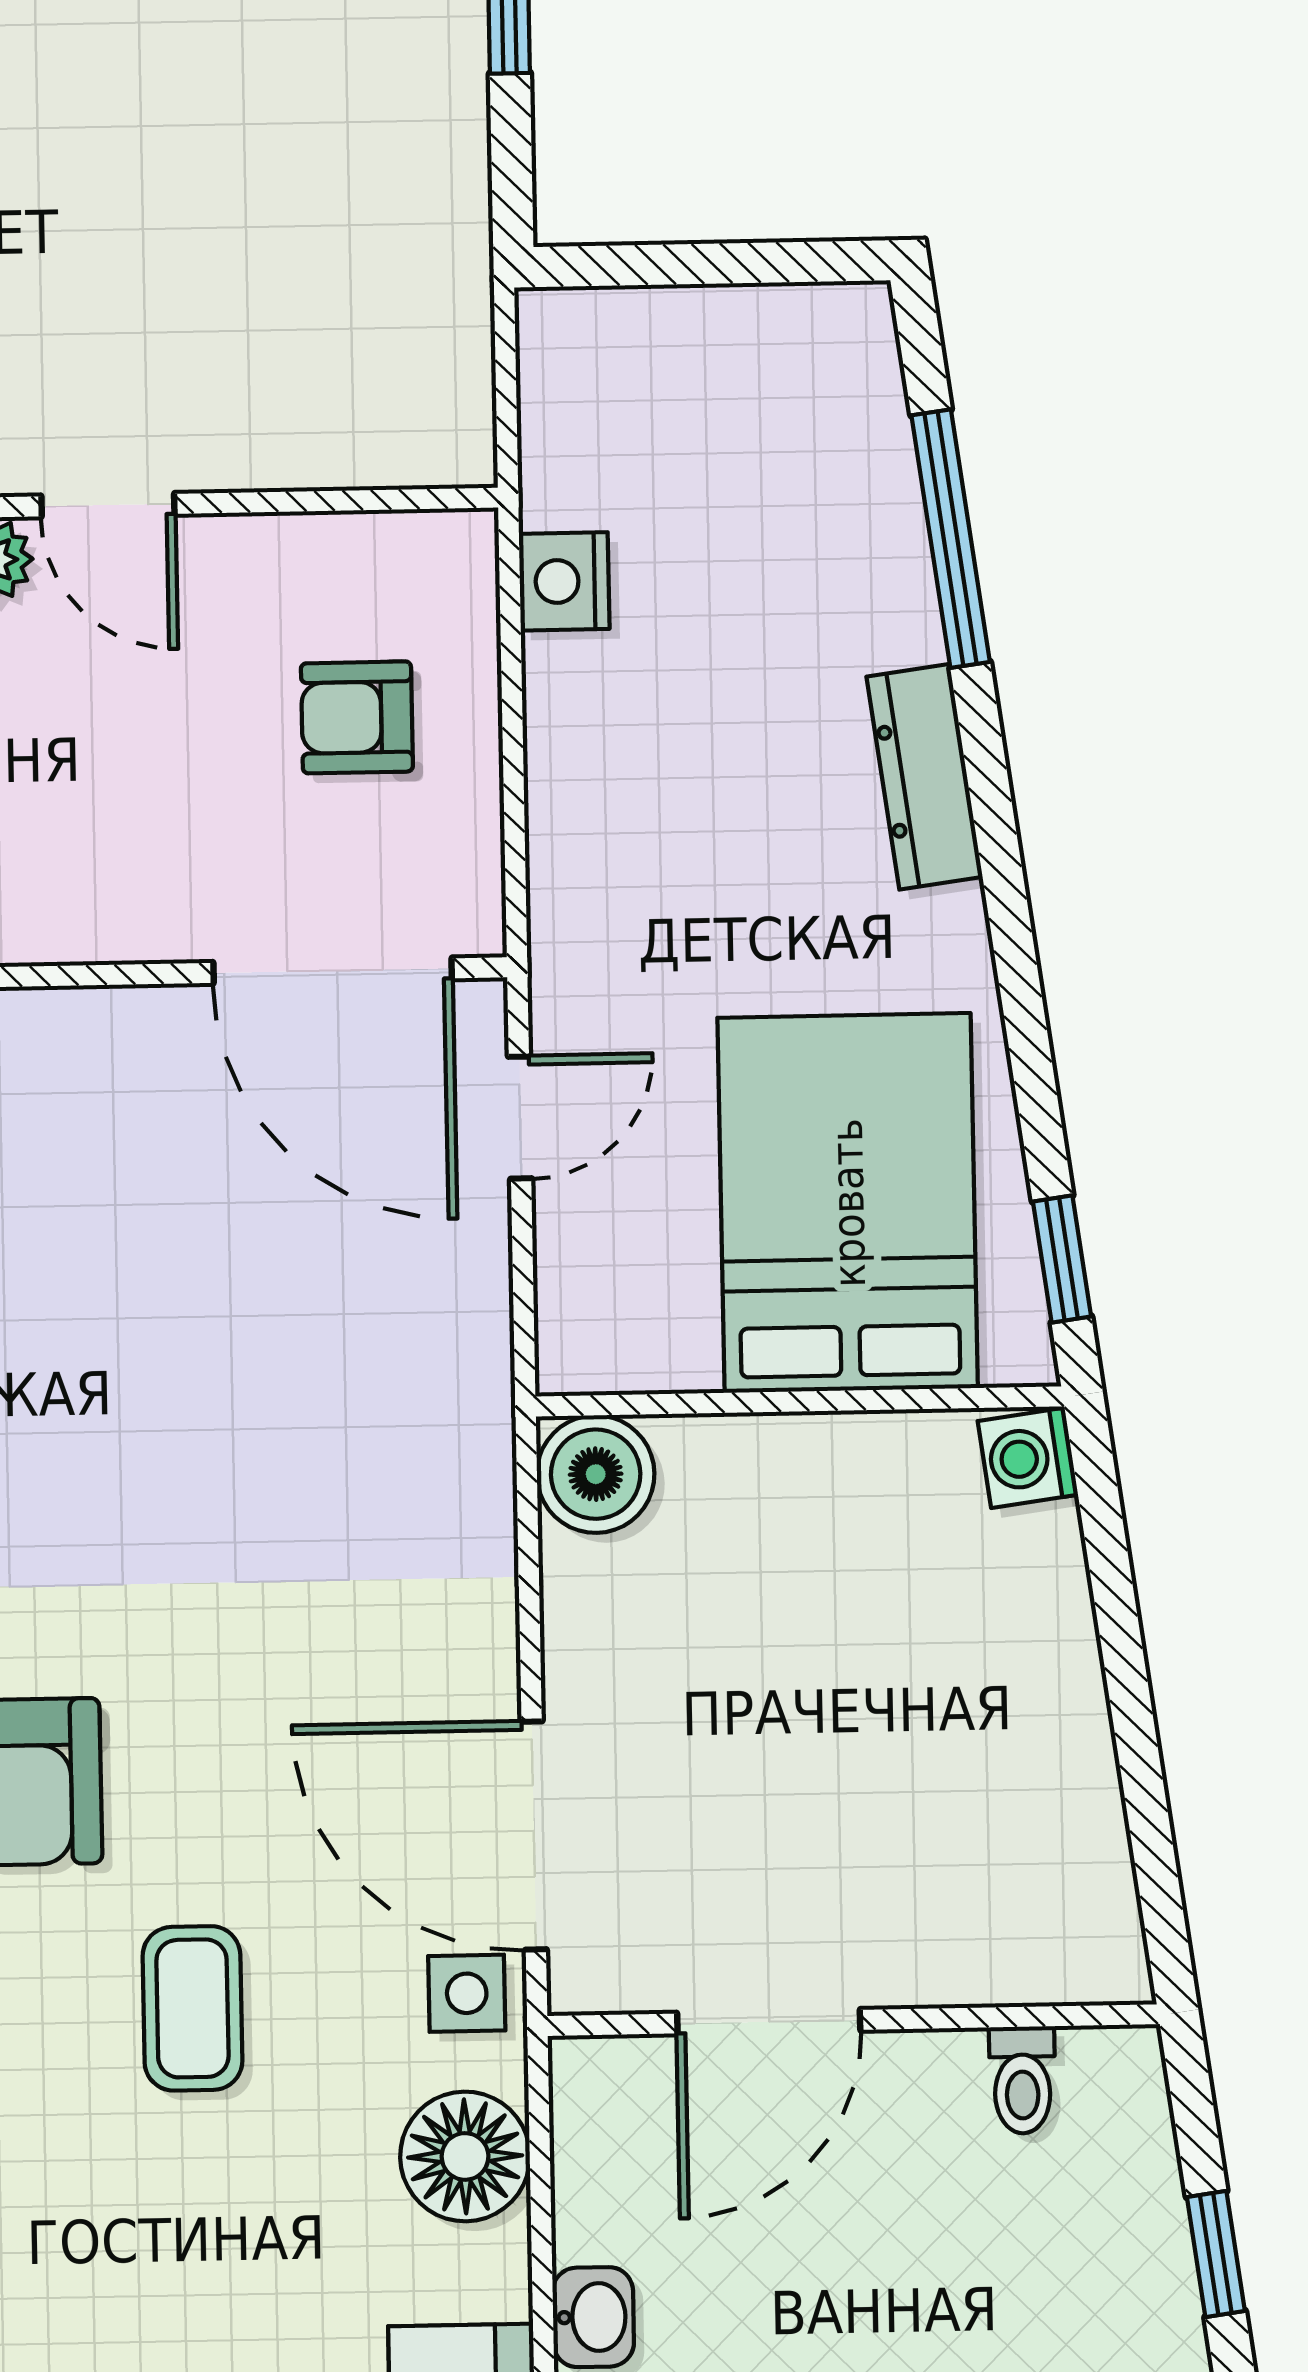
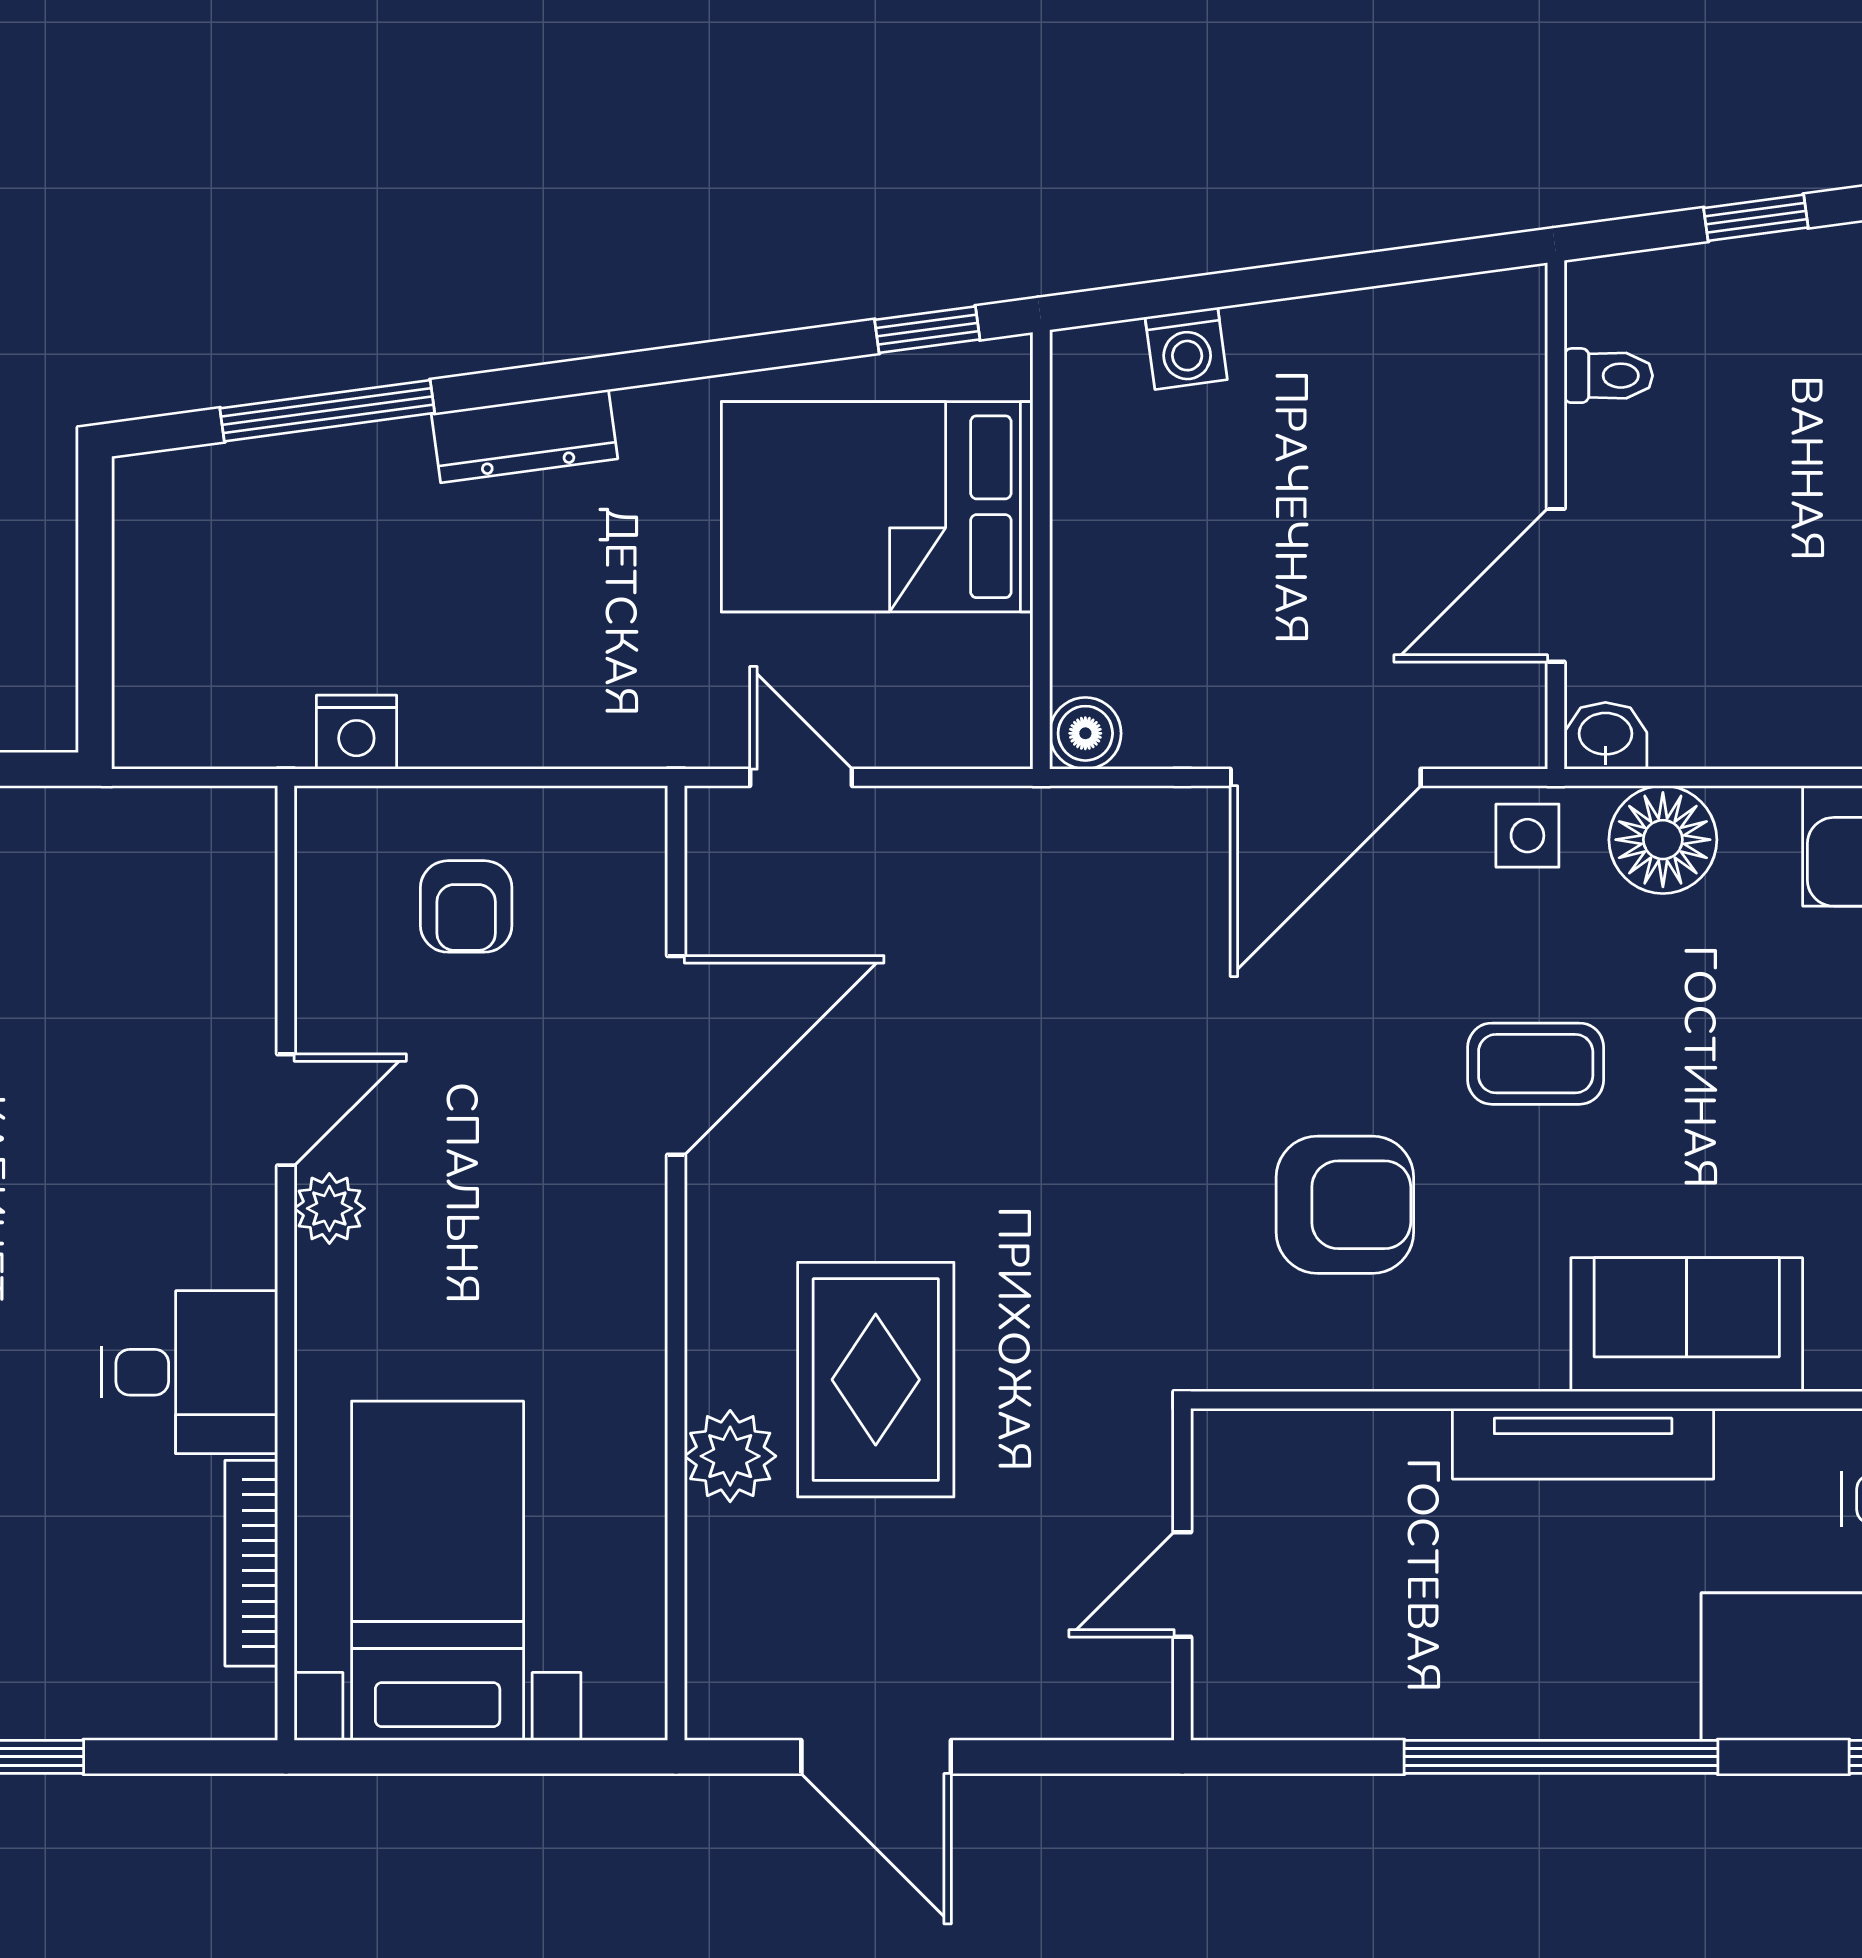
door: (333, 971) -> (676, 1055), moved
washing machine: (1028, 1458) -> (1186, 348), moved
boiler: (596, 1474) -> (1085, 733), width x0.73, depth x0.73
door: (534, 1836) -> (1326, 777), moved
door: (769, 2022) -> (1556, 585), swing flipped
washbasin: (593, 2317) -> (1605, 736), moved

